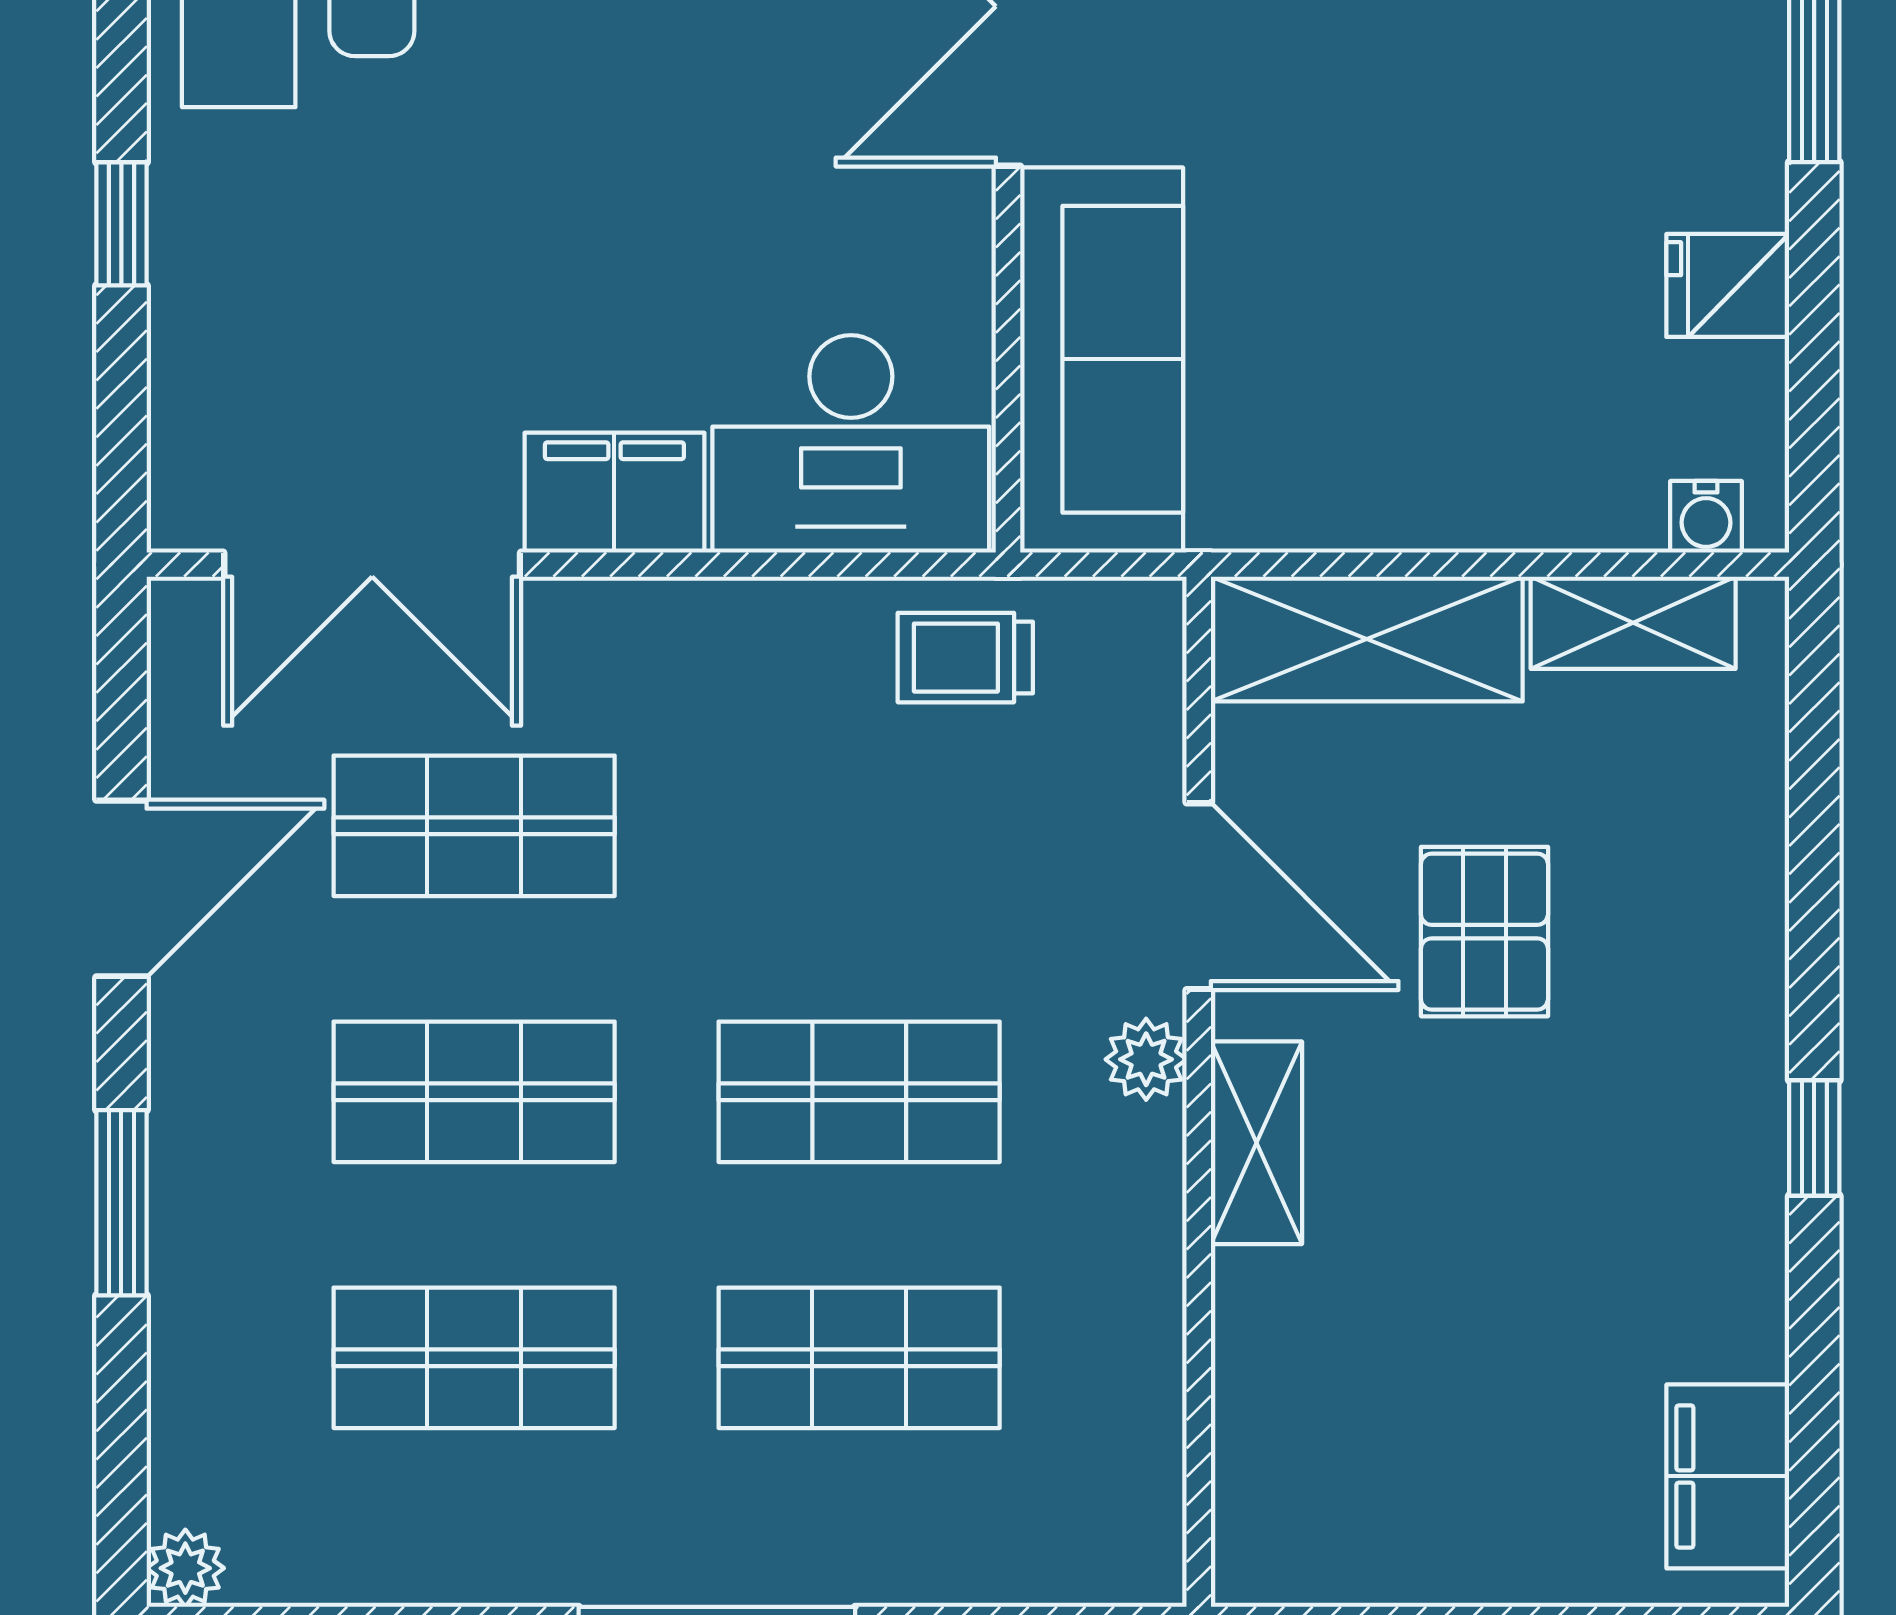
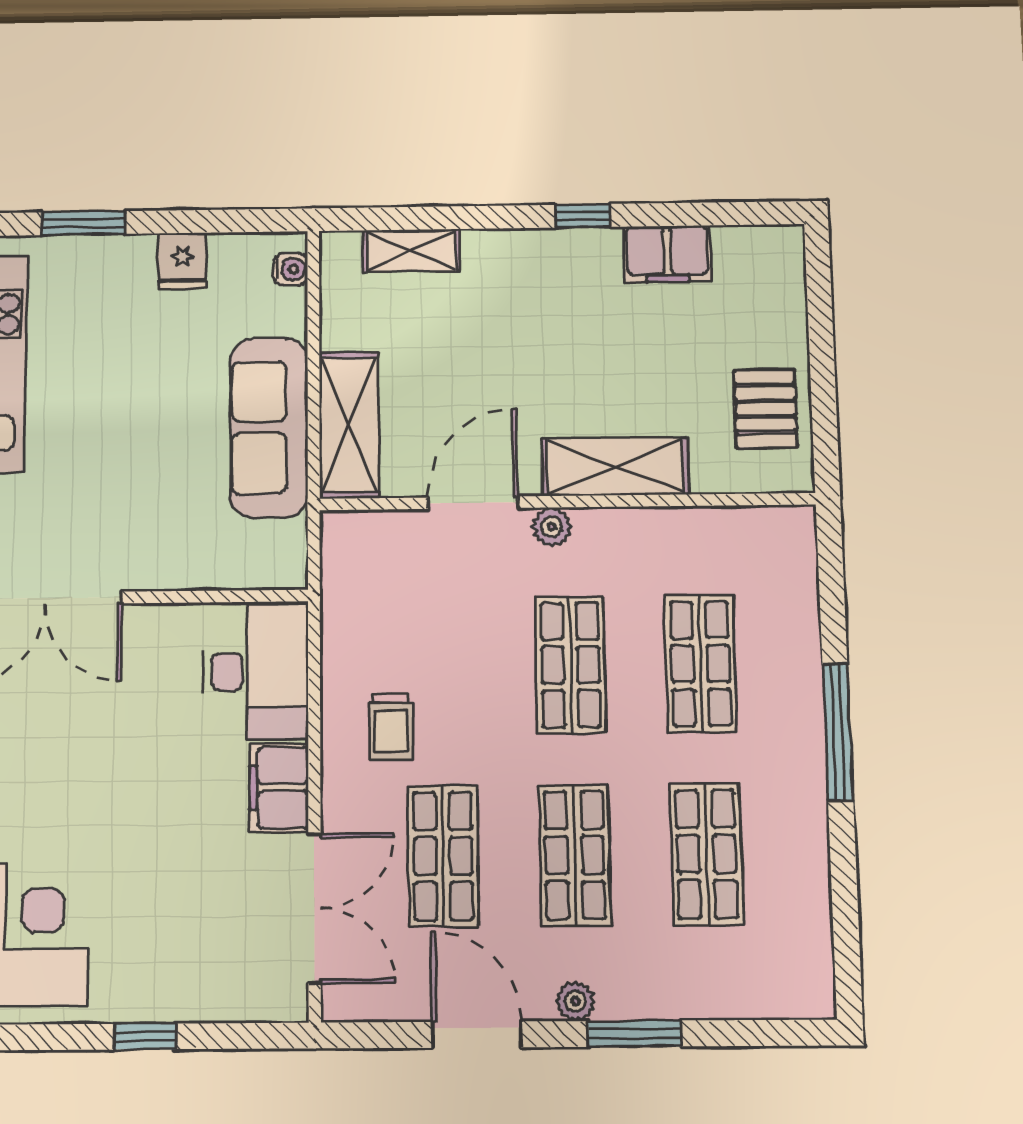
sofa: (1102, 359) -> (269, 427), moved, turned -90
shelving: (1633, 623) -> (411, 251), moved, turned 90
trolley: (965, 658) -> (391, 727), moved
pallet: (1484, 932) -> (765, 409), moved, turned 90
shelving: (1256, 1143) -> (615, 467), width x1.50, depth x1.33
filing cabinet: (1728, 1476) -> (667, 254), moved
plant: (185, 1568) -> (575, 1001), moved

